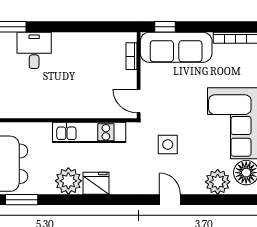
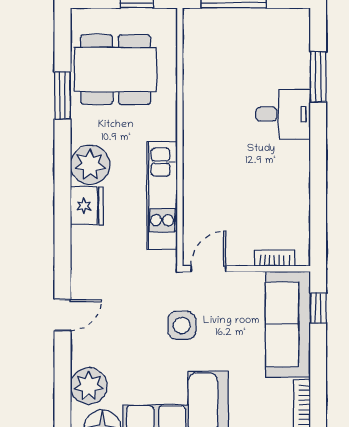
side table: (168, 144) -> (182, 325), moved

